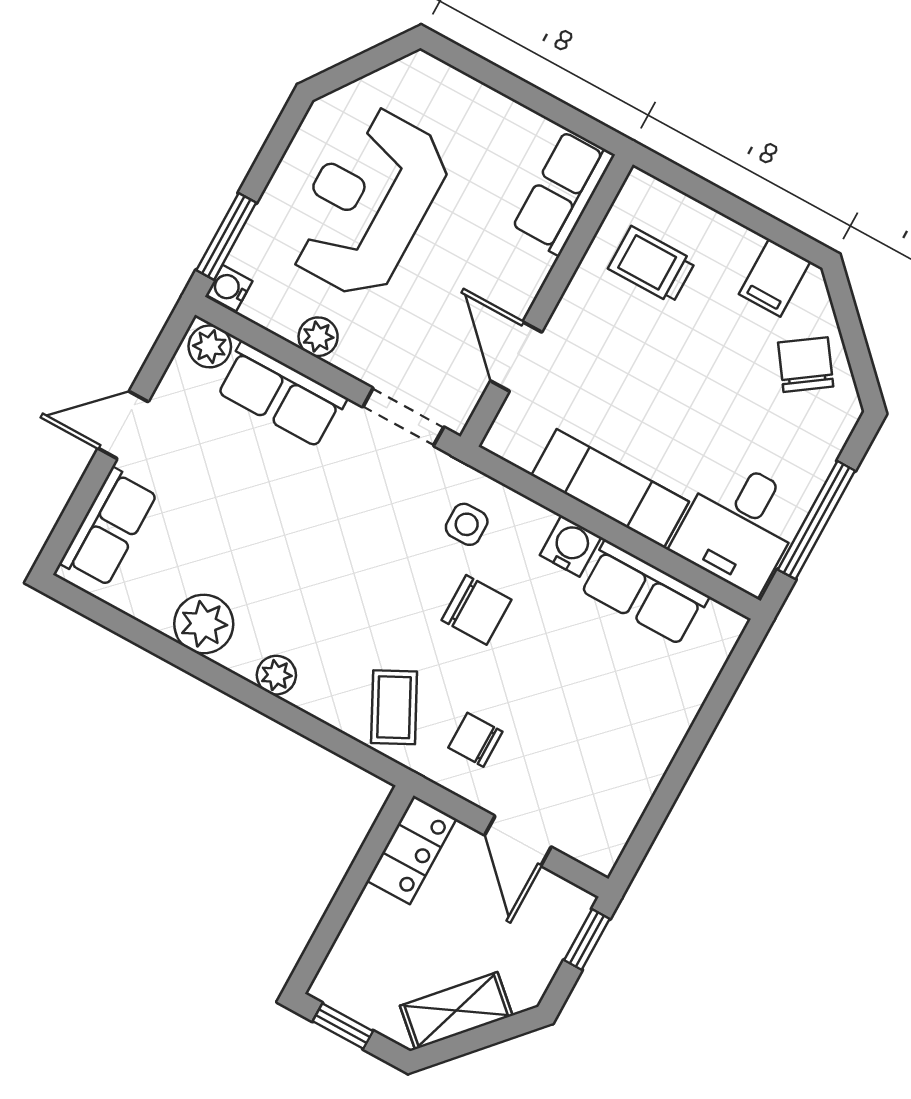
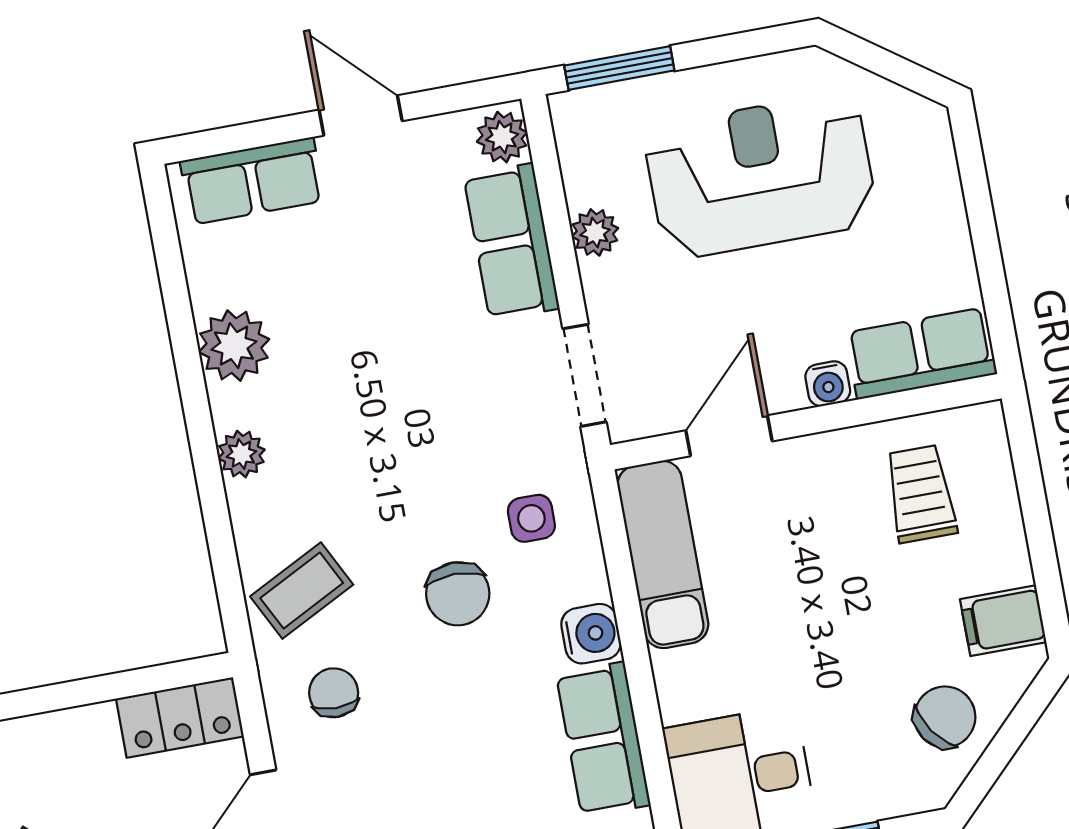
water cooler: (229, 288) -> (828, 384), moved, turned 180
exam couch: (610, 489) -> (663, 554), moved

